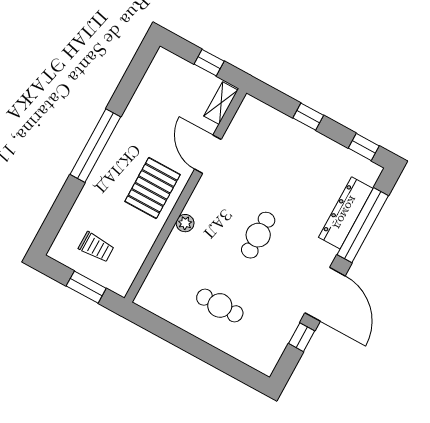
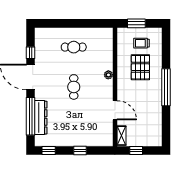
pallet: (153, 188) -> (140, 67), moved

